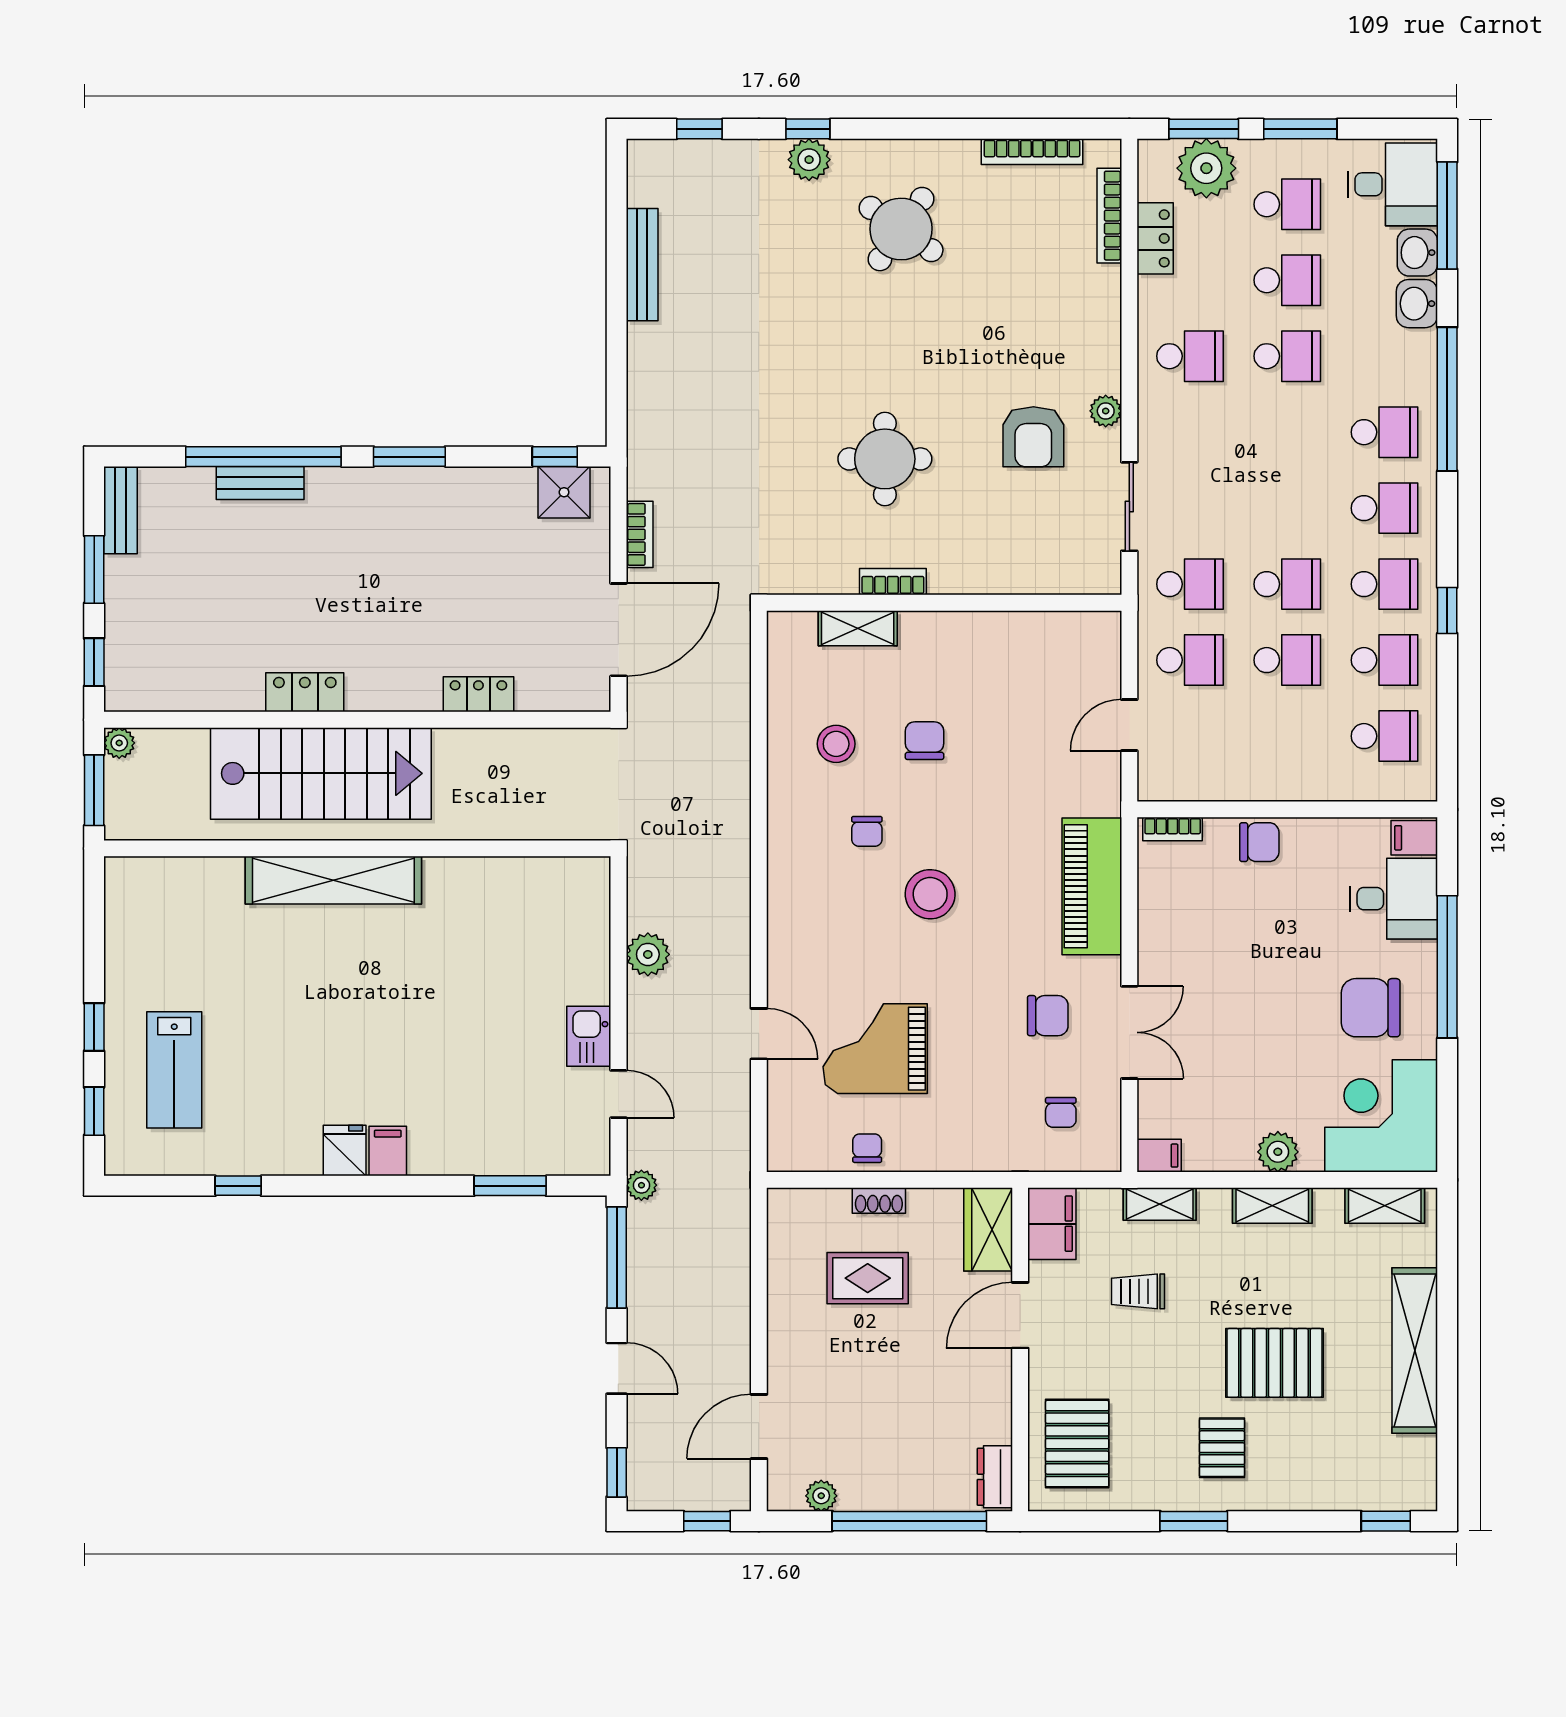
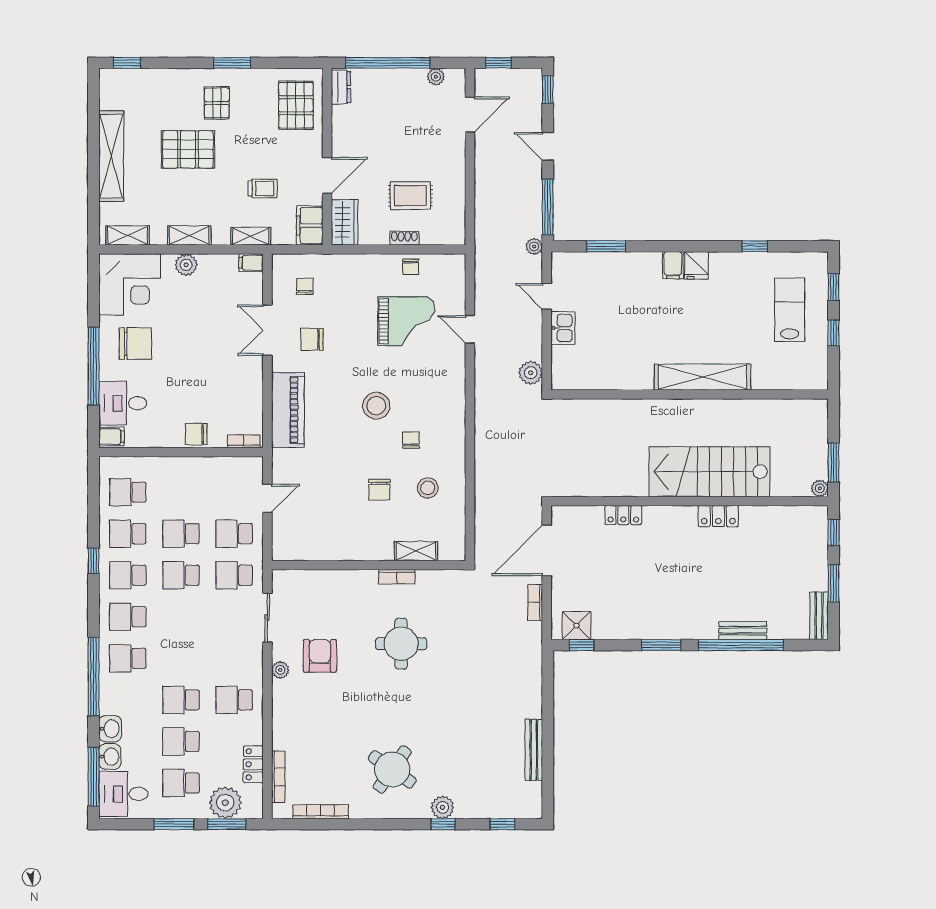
wall: (357, 848) -> (690, 394), moved
shelving: (333, 880) -> (703, 377), moved

